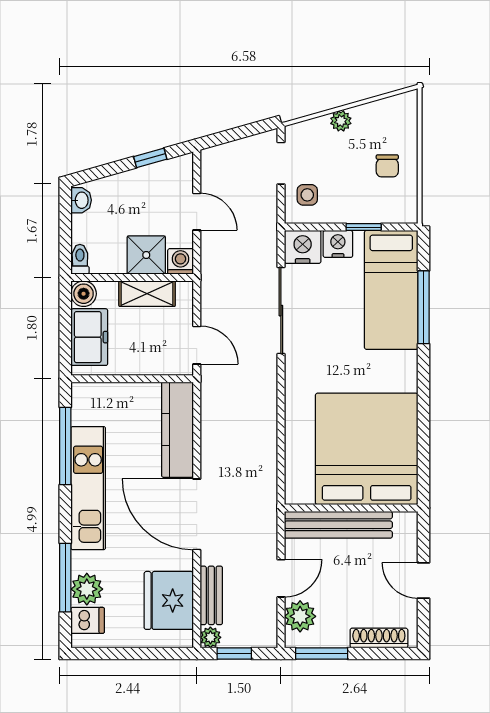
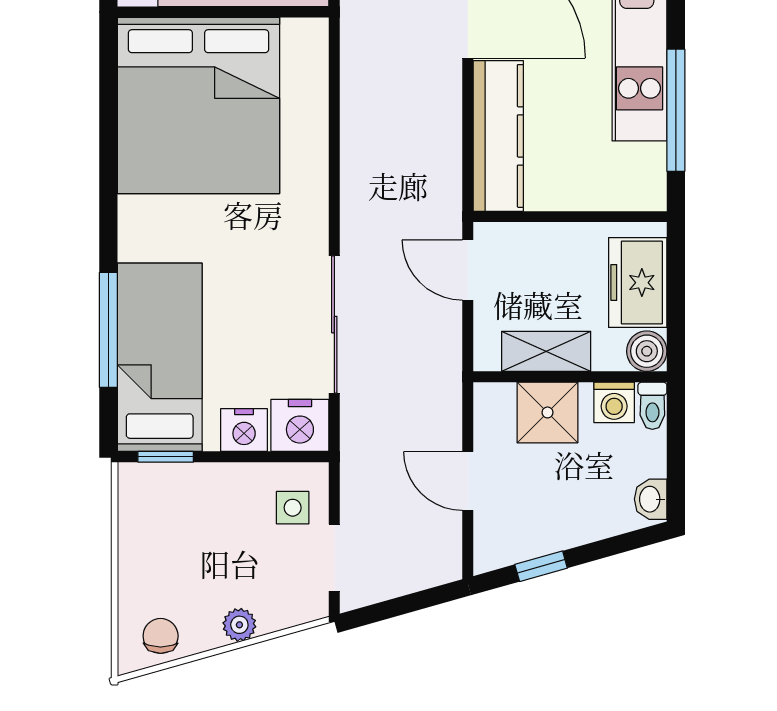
chair: (387, 166) -> (161, 636), moved
window: (364, 227) -> (166, 457), moved
washing machine: (180, 261) -> (614, 402), moved

